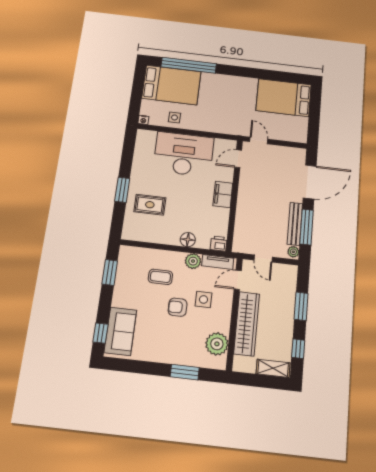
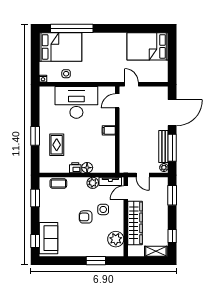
filing cabinet: (223, 194) -> (109, 130), width x0.50
rug: (150, 205) -> (57, 145), turned 90
printer: (219, 244) -> (75, 168), moved
coffee table: (160, 277) -> (58, 183), moved
window: (301, 306) -> (172, 195), moved

